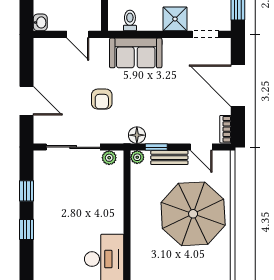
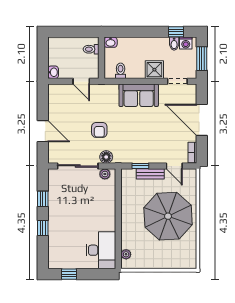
sofa: (136, 53) -> (139, 95), moved
floor lamp: (137, 135) -> (106, 157), moved
plant: (137, 157) -> (126, 254), moved

